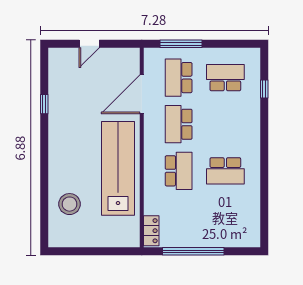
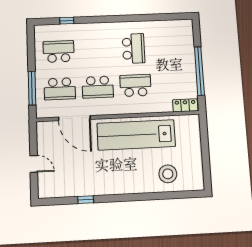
school desk: (225, 78) -> (59, 51), turned 90

